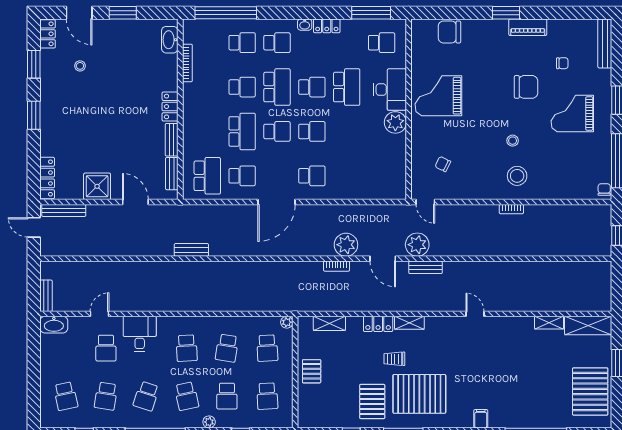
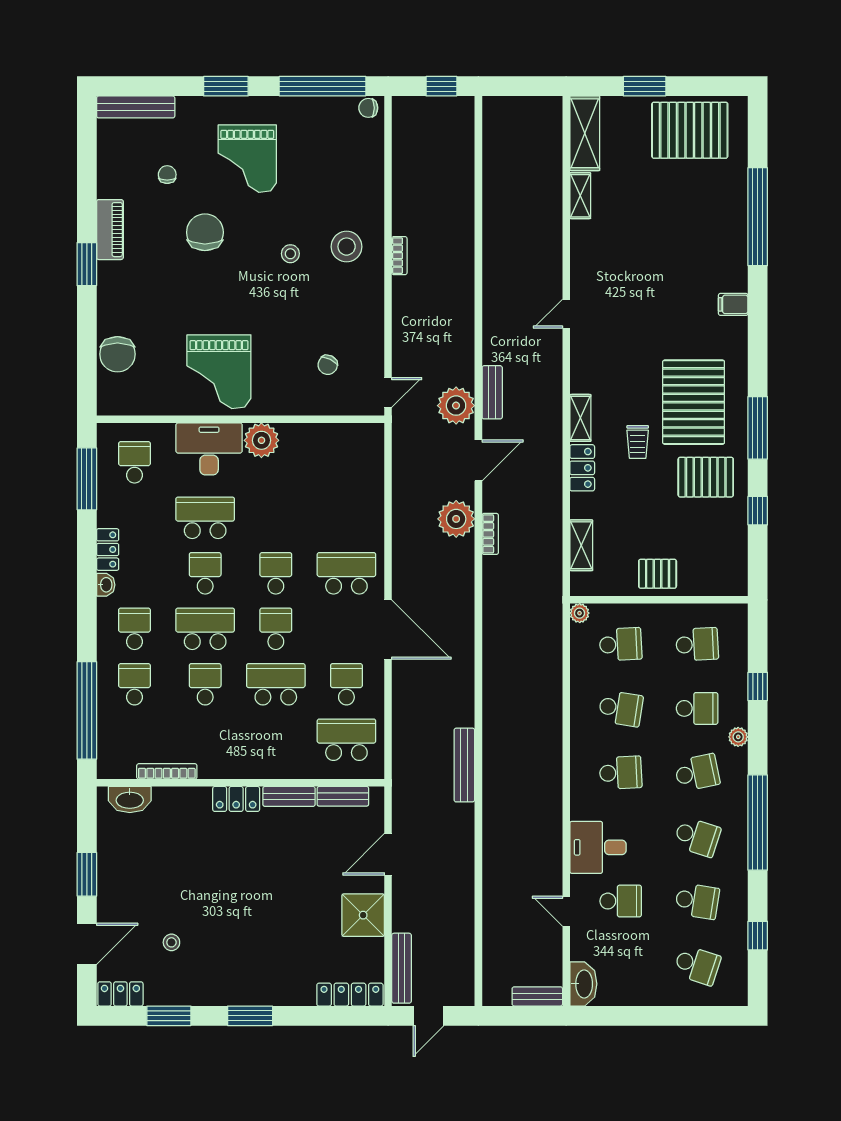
school desk: (312, 176) -> (346, 573), width x1.85
bench: (191, 250) -> (464, 765), width x1.36
school desk: (66, 396) -> (697, 965), turned 30

